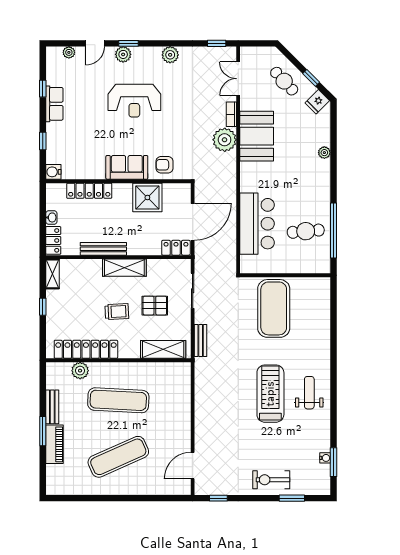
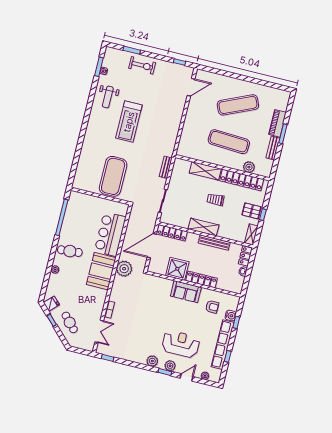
plant: (170, 55) -> (152, 361), moved
reception desk: (134, 101) -> (181, 344), moved
row of seats: (54, 104) -> (223, 345), width x2.02
booth: (257, 136) -> (101, 271), moved
plant: (225, 140) -> (124, 269), moved
armchair: (164, 165) -> (212, 307), moved
water cooler: (53, 172) -> (231, 316), moved
locker: (89, 191) -> (201, 279), moved
cafe table: (306, 231) -> (70, 251), moved
locker: (176, 248) -> (172, 233), width x1.53
pallet: (155, 306) -> (251, 211), moved
shelving: (163, 349) -> (205, 171), moved
weight bench: (309, 393) -> (108, 97), moved

